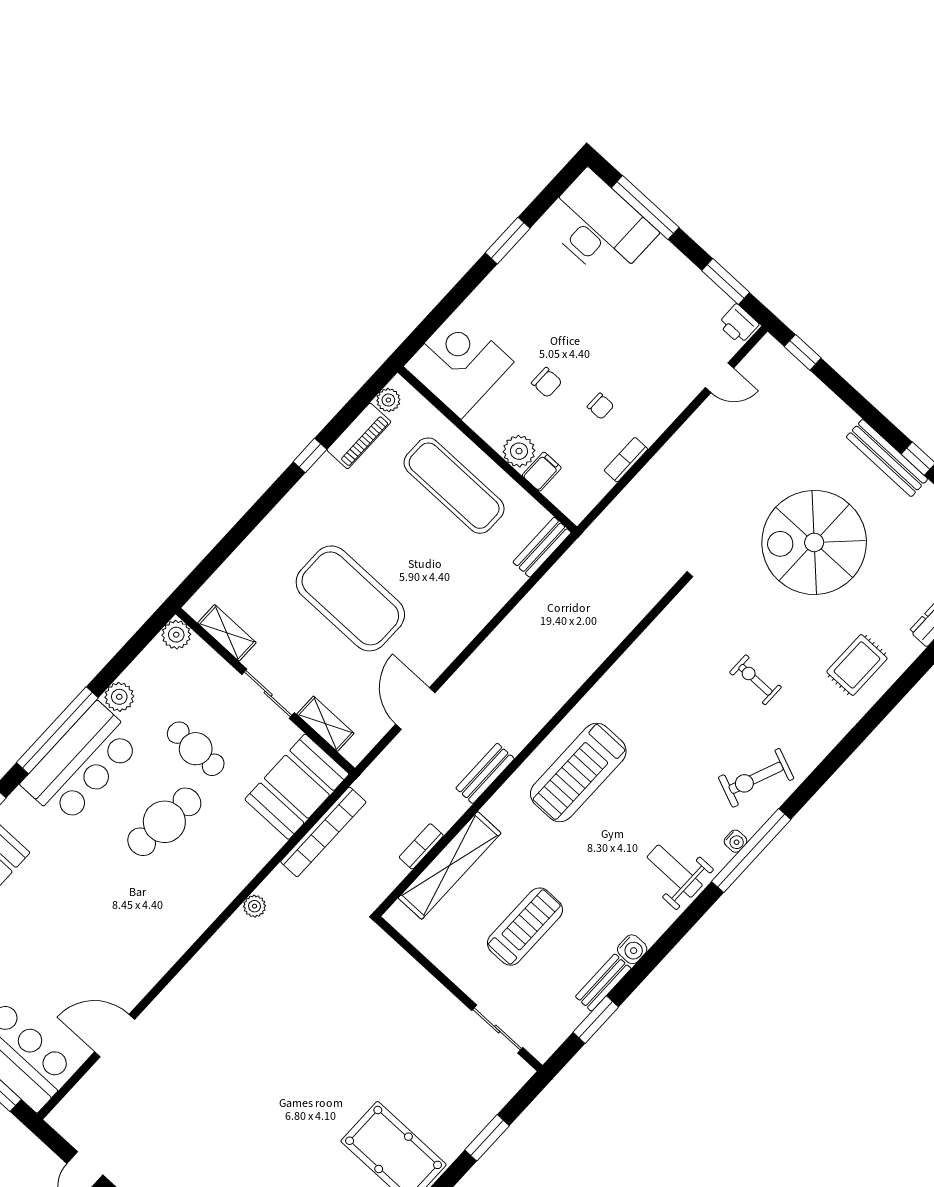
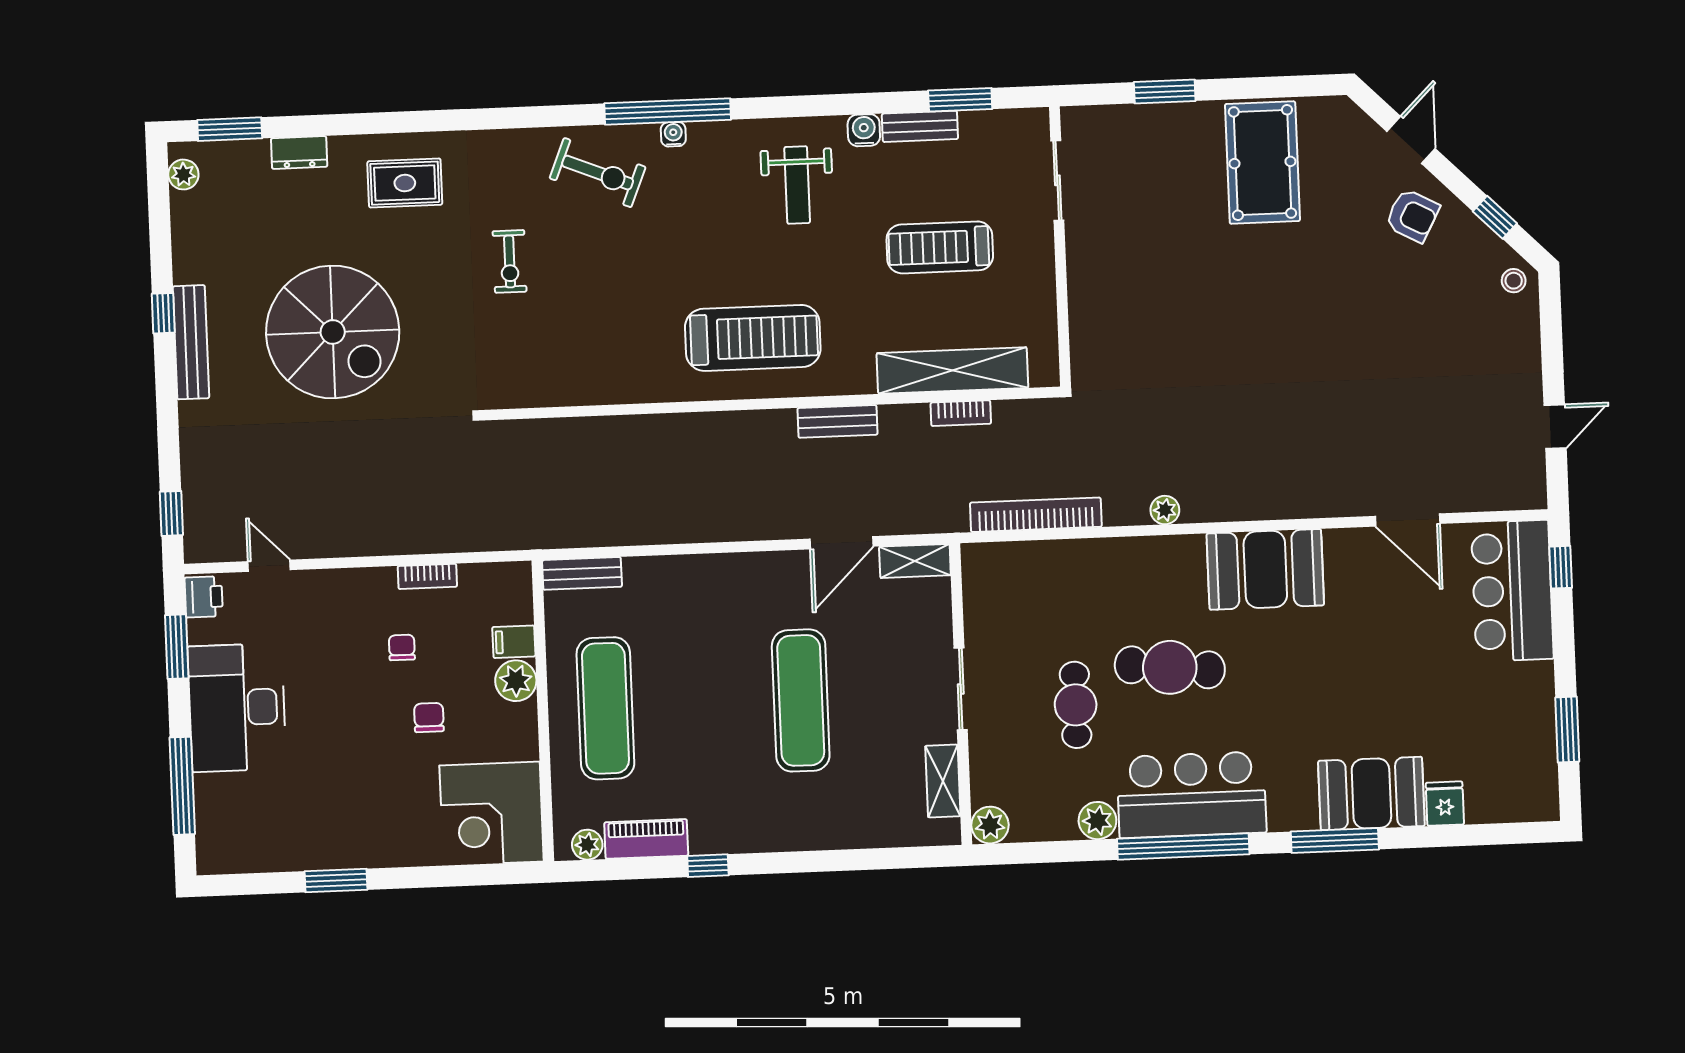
desk: (599, 227) -> (237, 708), moved
exercise mat: (350, 598) -> (801, 700), width x0.68
shelving: (325, 724) -> (915, 561), moved, turned 90
booth: (297, 787) -> (1265, 569), moved
weight bench: (675, 871) -> (797, 185), moved

